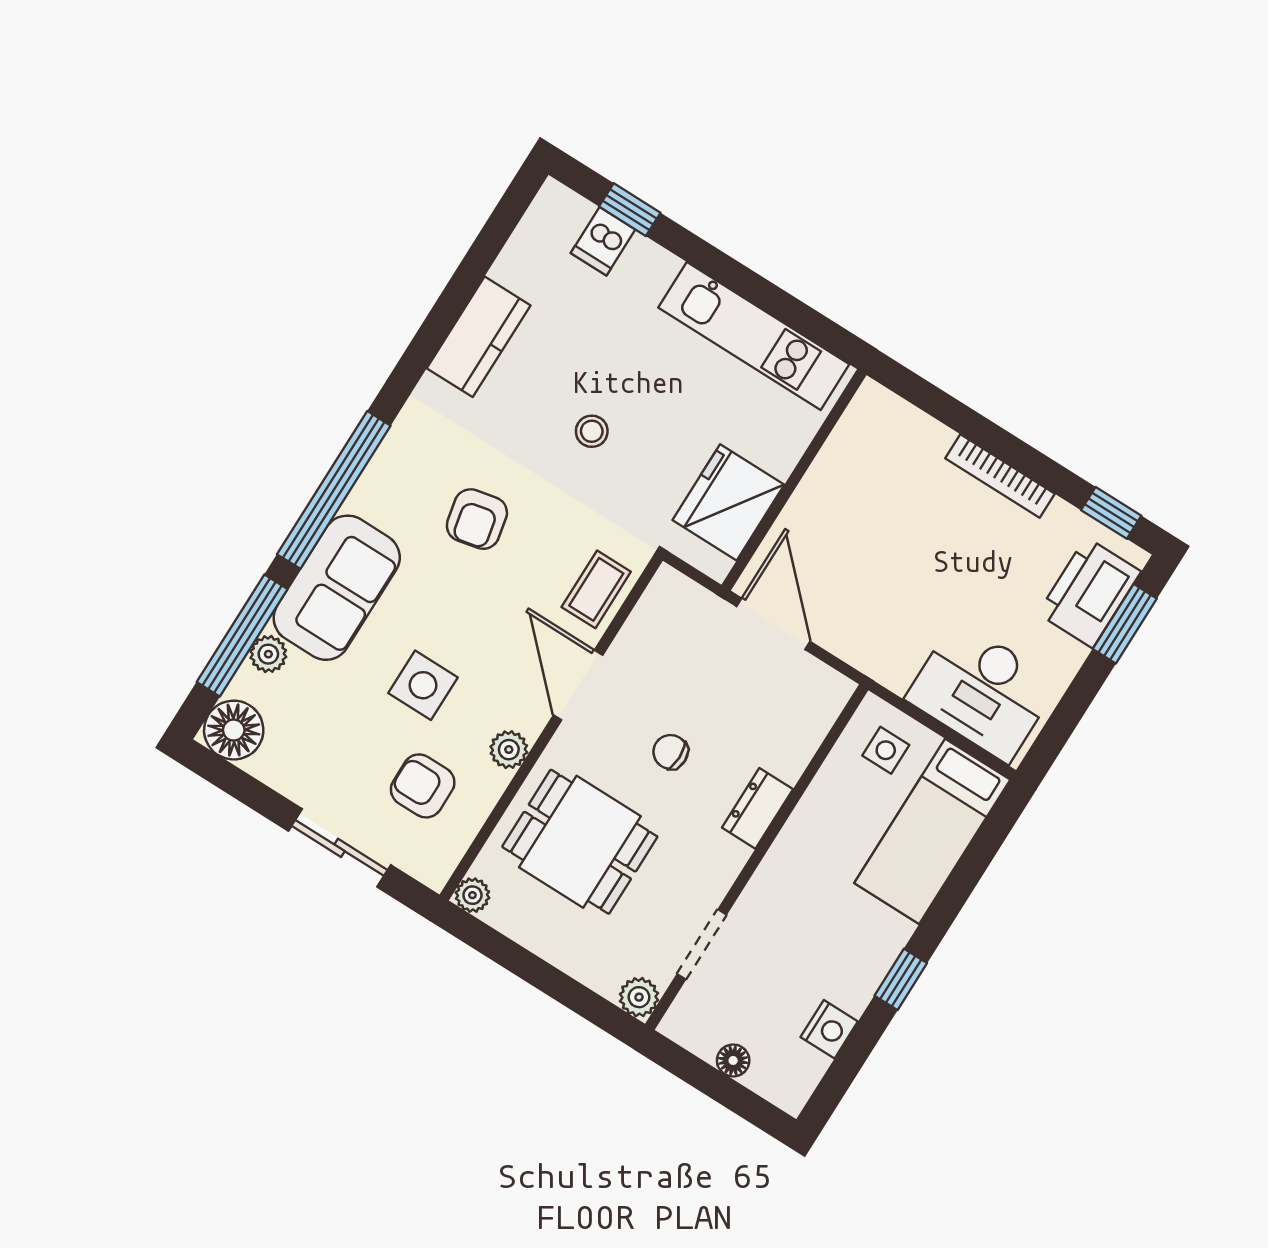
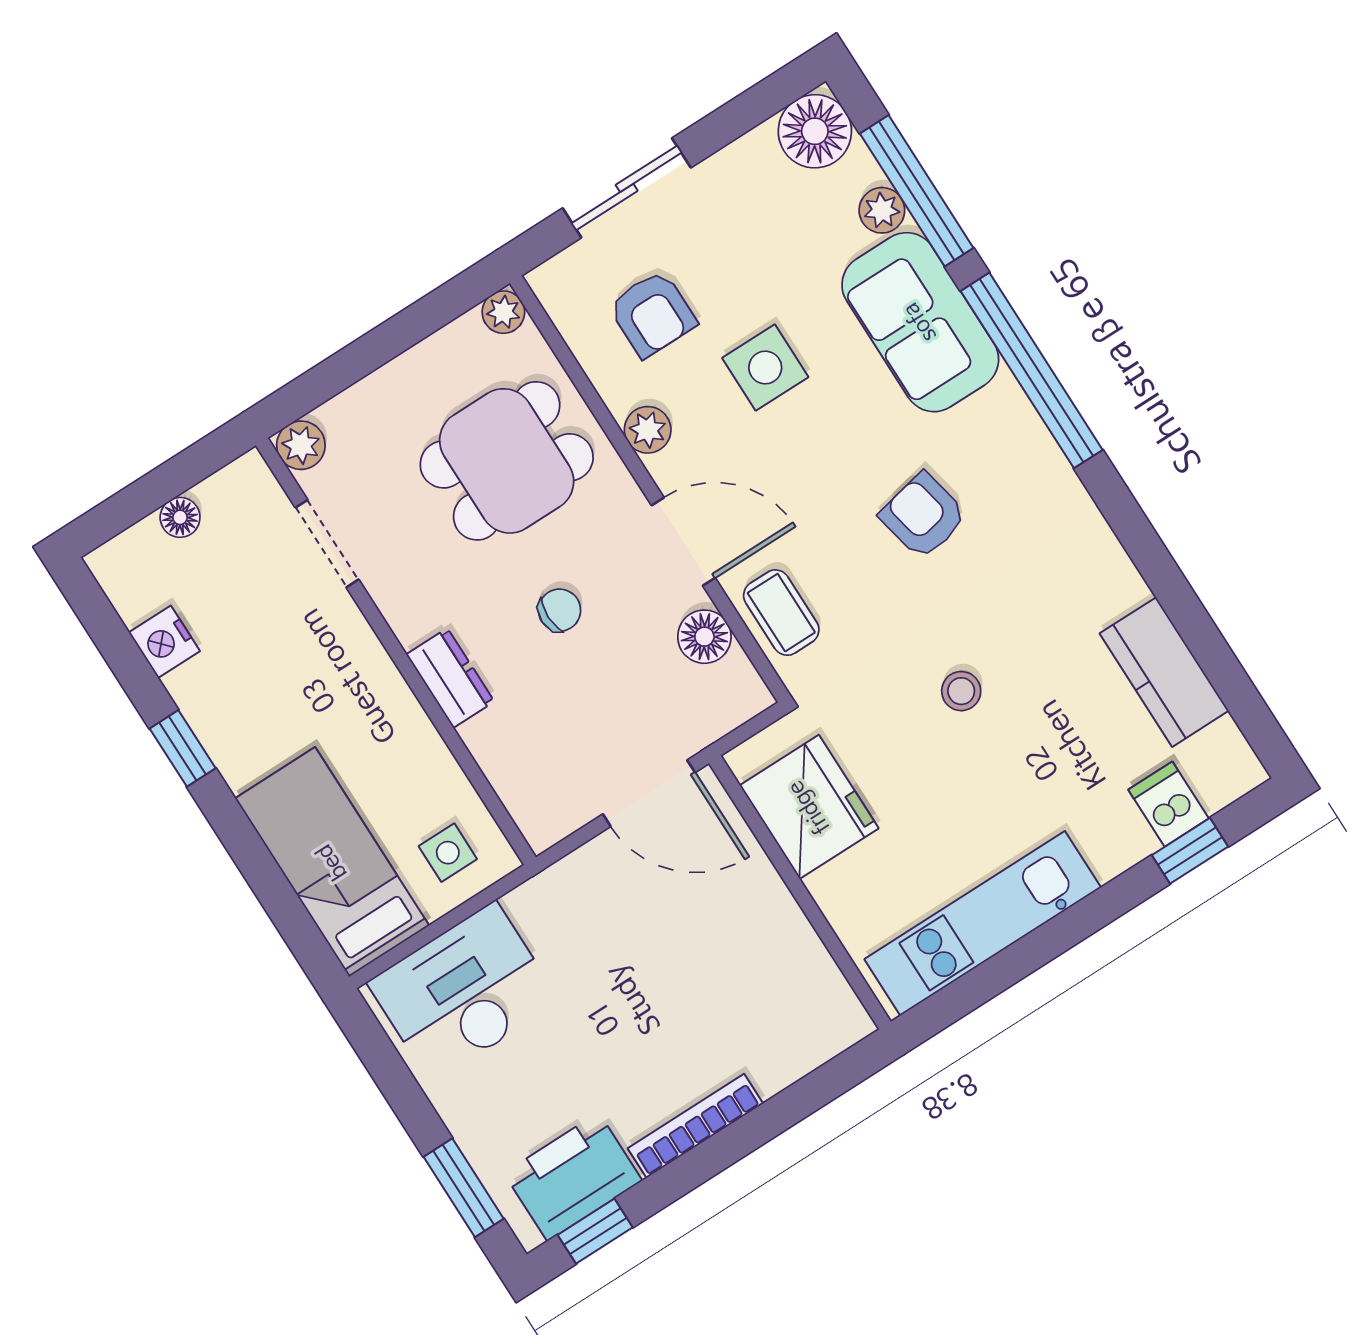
kitchen counter: (479, 337) -> (1164, 672), moved
printer: (1089, 593) -> (573, 1177), moved, turned -90
floor lamp: (640, 637) -> (704, 637), added
armchair: (423, 786) -> (652, 314), turned 90

